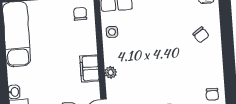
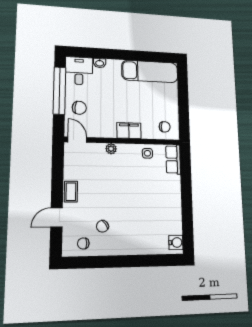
chair: (201, 35) -> (102, 226), moved
filing cabinet: (89, 68) -> (129, 130), moved

